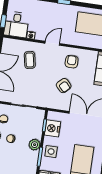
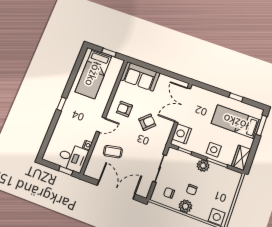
door: (52, 43) -> (101, 125), swing flipped
nightstand: (52, 128) -> (182, 134), moved, turned 90

